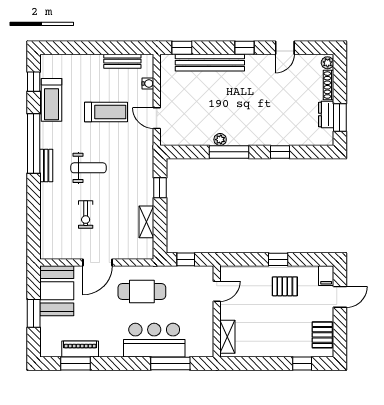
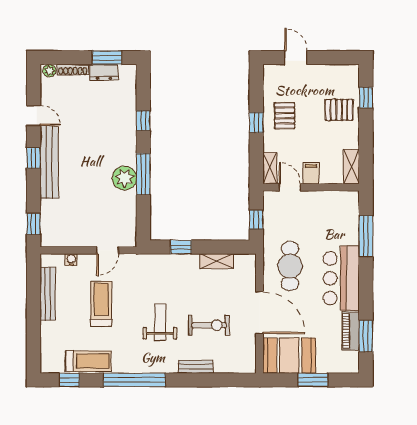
bench: (122, 61) -> (48, 294), width x1.36
bench: (210, 63) -> (49, 162), moved
plant: (220, 140) -> (124, 178), width x1.88, depth x1.88
bench: (46, 165) -> (196, 367), moved
exercise bike: (86, 215) -> (209, 325), width x1.38, depth x1.39
door: (98, 262) -> (260, 313), width x1.36
shelving: (235, 272) -> (270, 168), added
filing cabinet: (326, 276) -> (311, 173), moved, turned -90
pallet: (322, 335) -> (339, 110), moved
shelving: (227, 337) -> (351, 166), moved, turned 90
bar counter: (154, 340) -> (341, 278), moved

